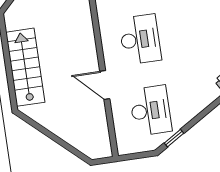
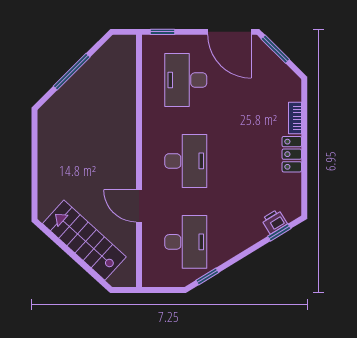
stairs: (25, 67) -> (84, 240), moved, turned -48

